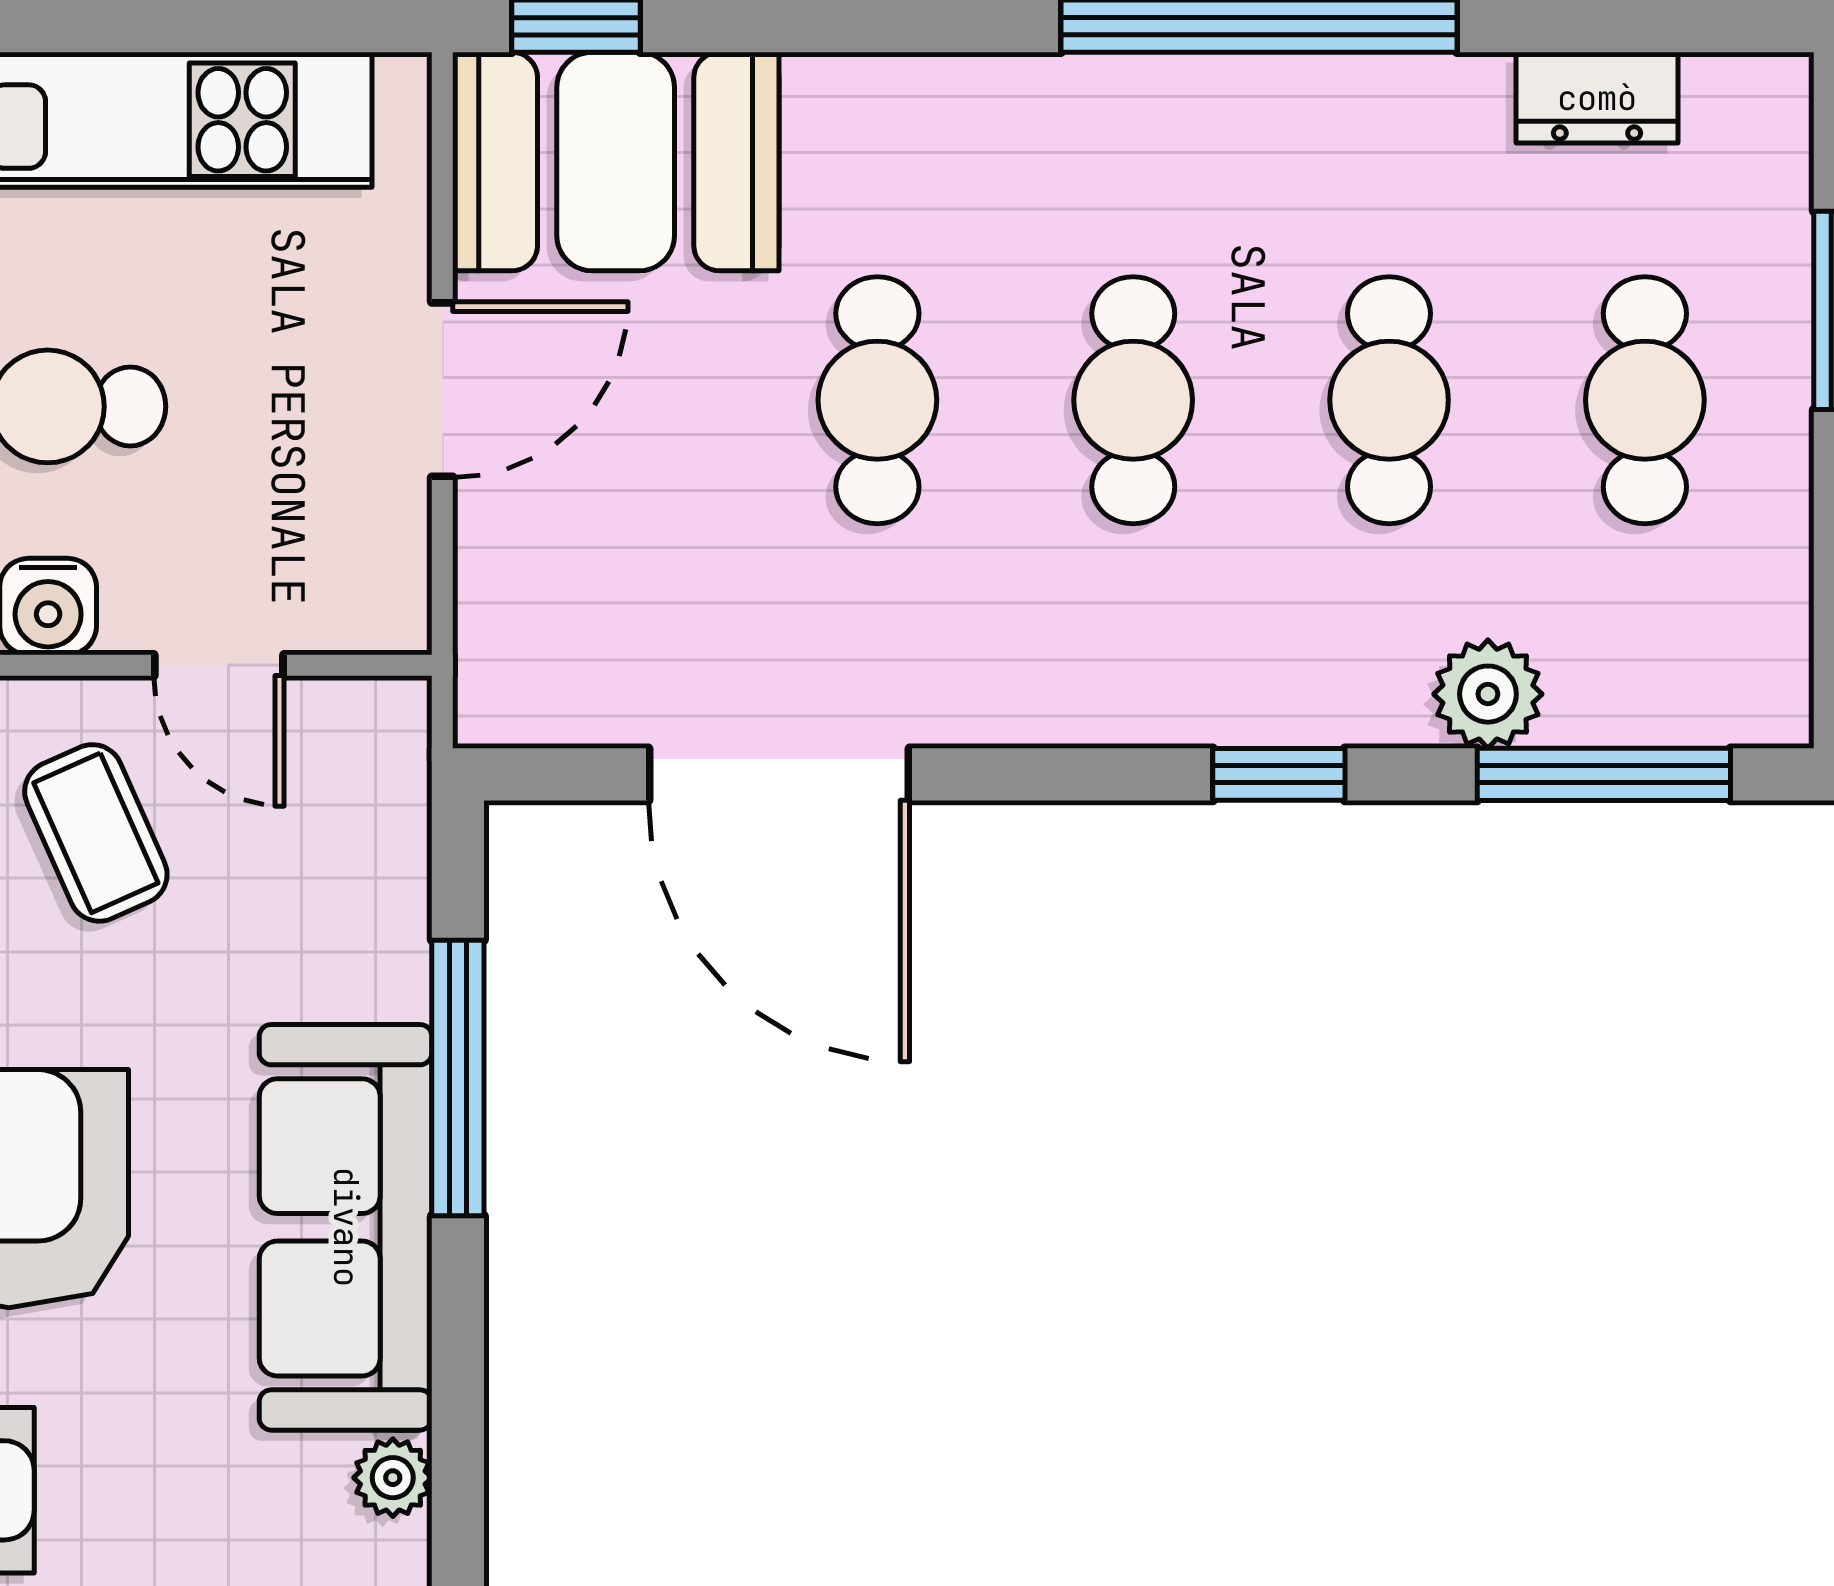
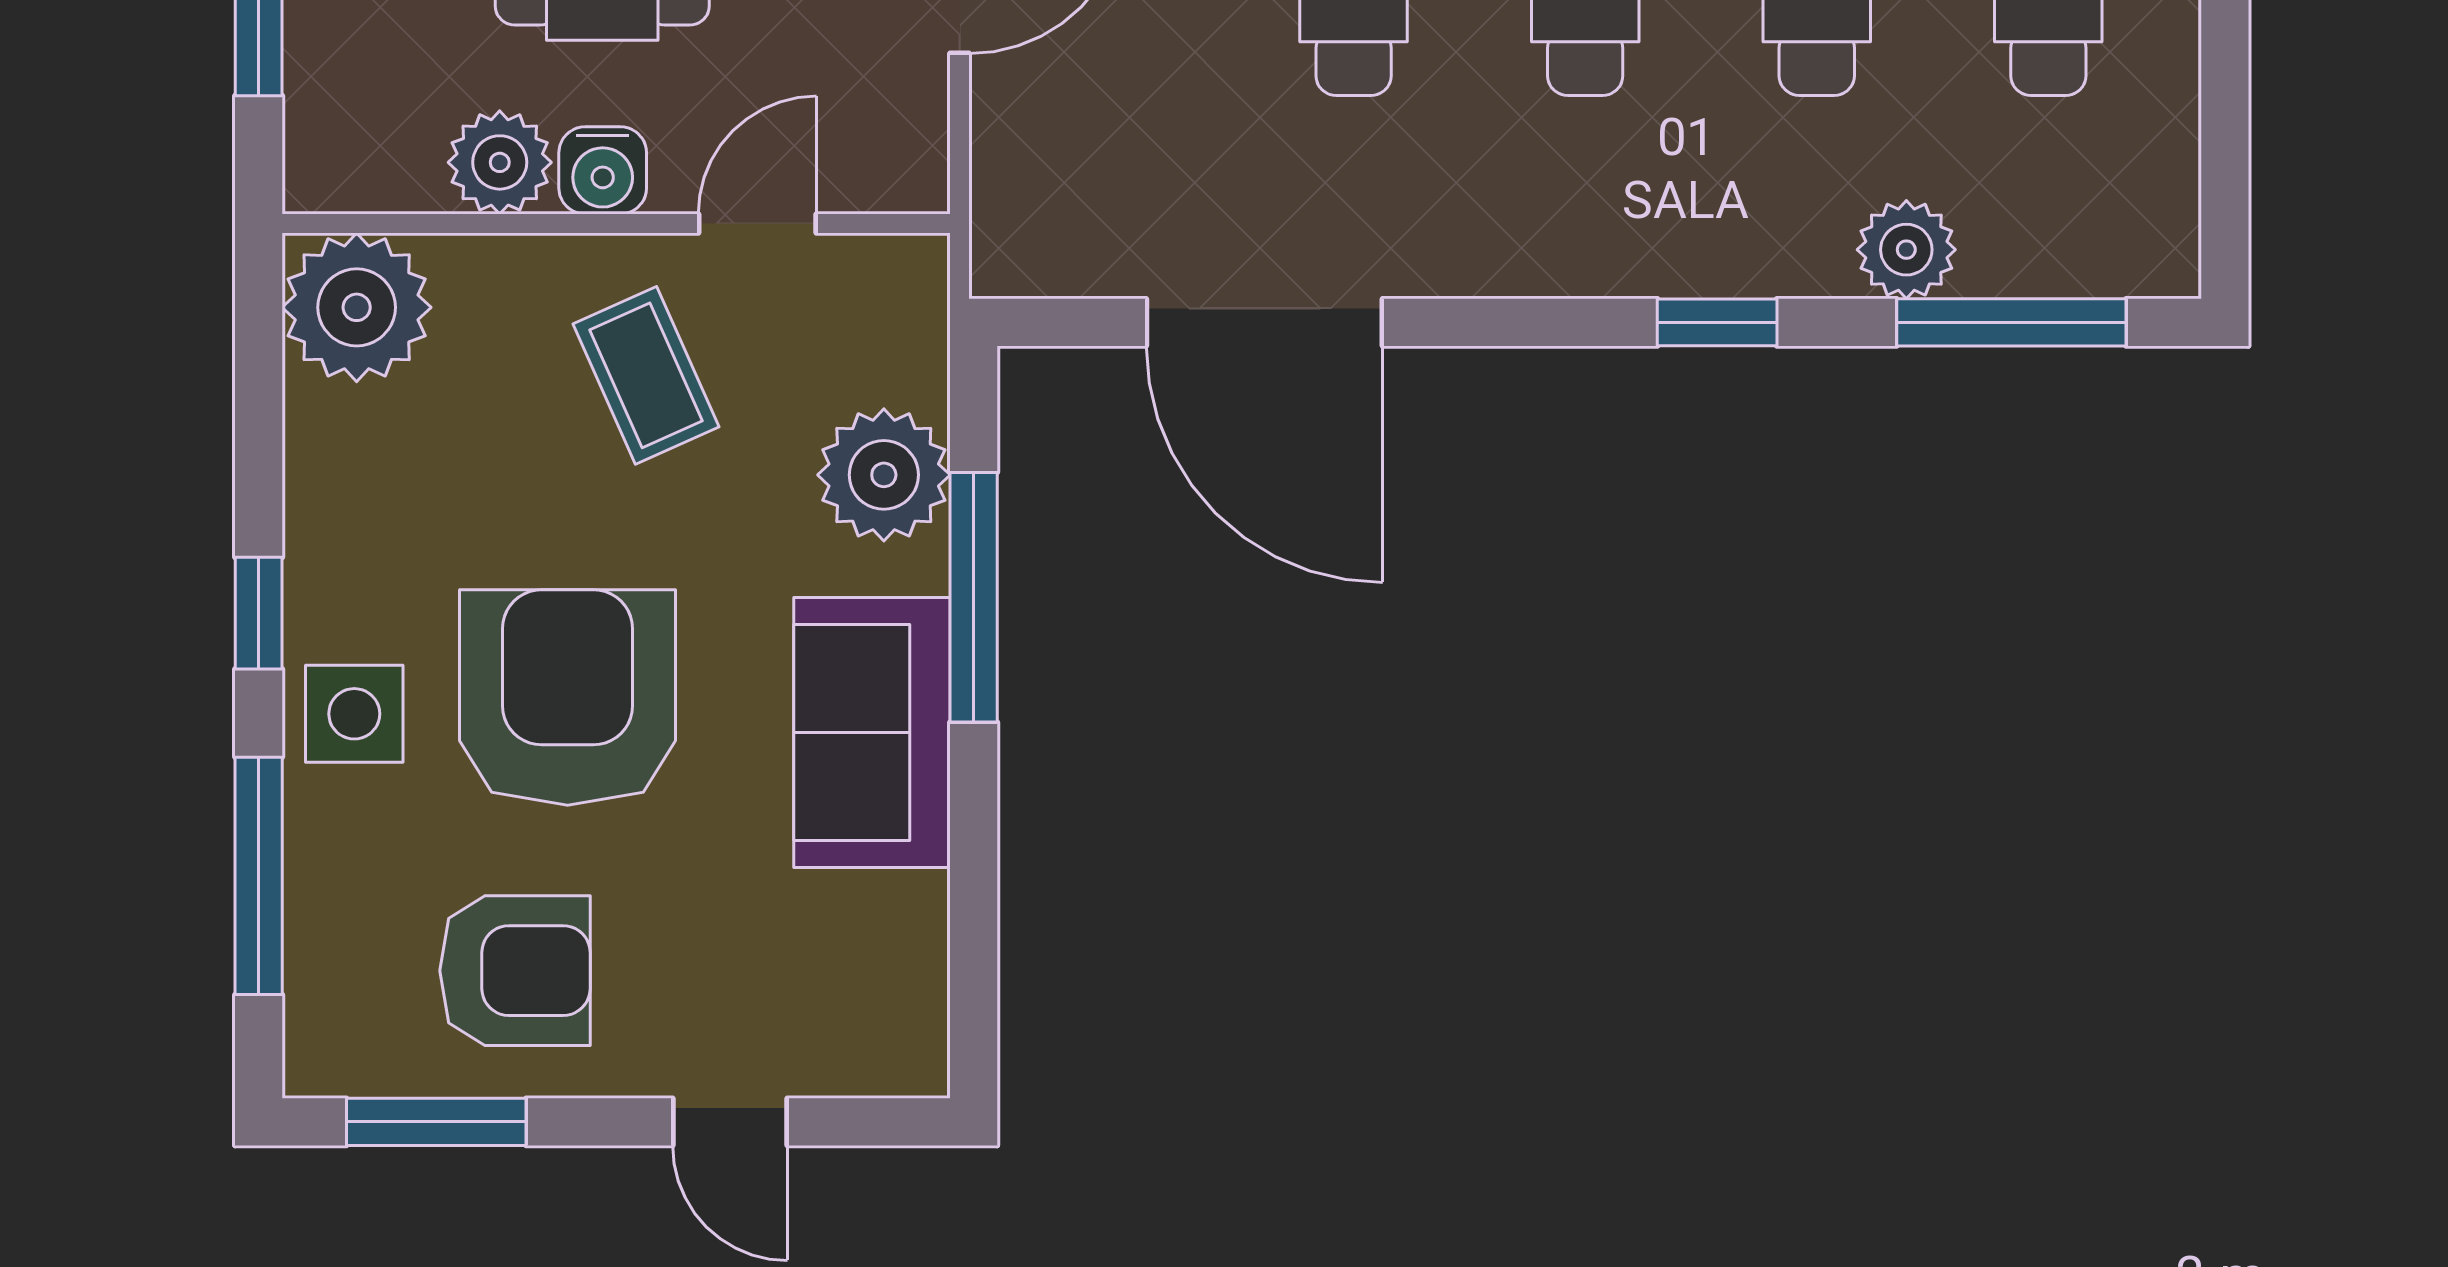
door: (219, 665) -> (757, 224), swing flipped
sofa: (346, 1227) -> (872, 732), width x0.73
plant: (393, 1478) -> (884, 475), moved, width x1.88, depth x1.88

